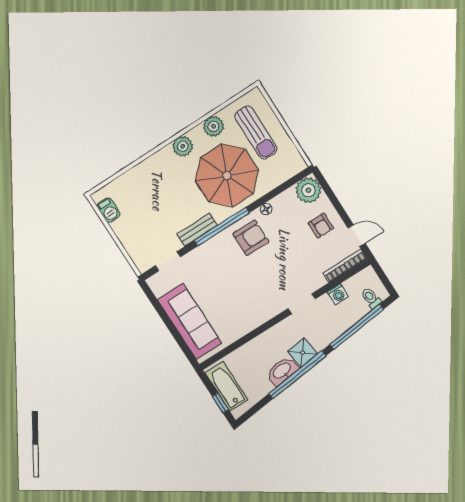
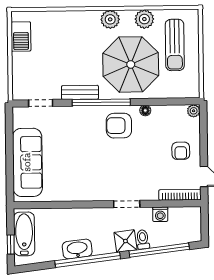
plant: (308, 190) -> (194, 111), width x0.53, depth x0.53
barbecue: (108, 210) -> (21, 37), width x1.38, depth x1.27
armchair: (251, 238) -> (119, 126), turned 180
toilet: (371, 298) -> (143, 239), moved
shower: (302, 353) -> (125, 241), moved

